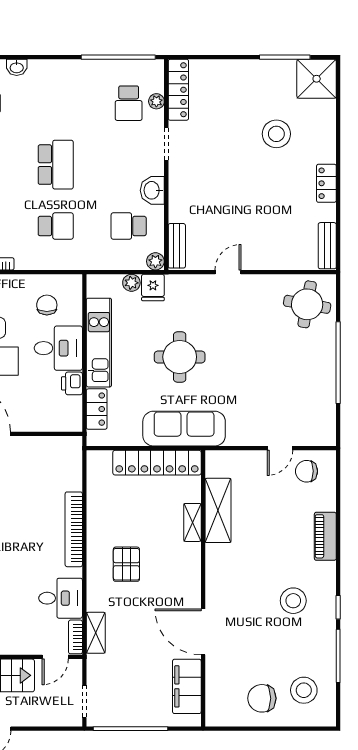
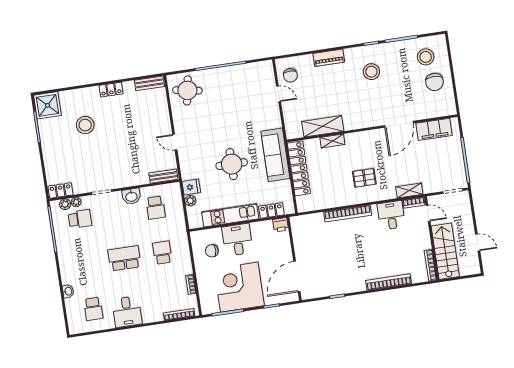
locker: (178, 90) -> (60, 190), width x0.66
plant: (155, 261) -> (65, 204), moved
printer: (72, 383) -> (281, 225), moved

